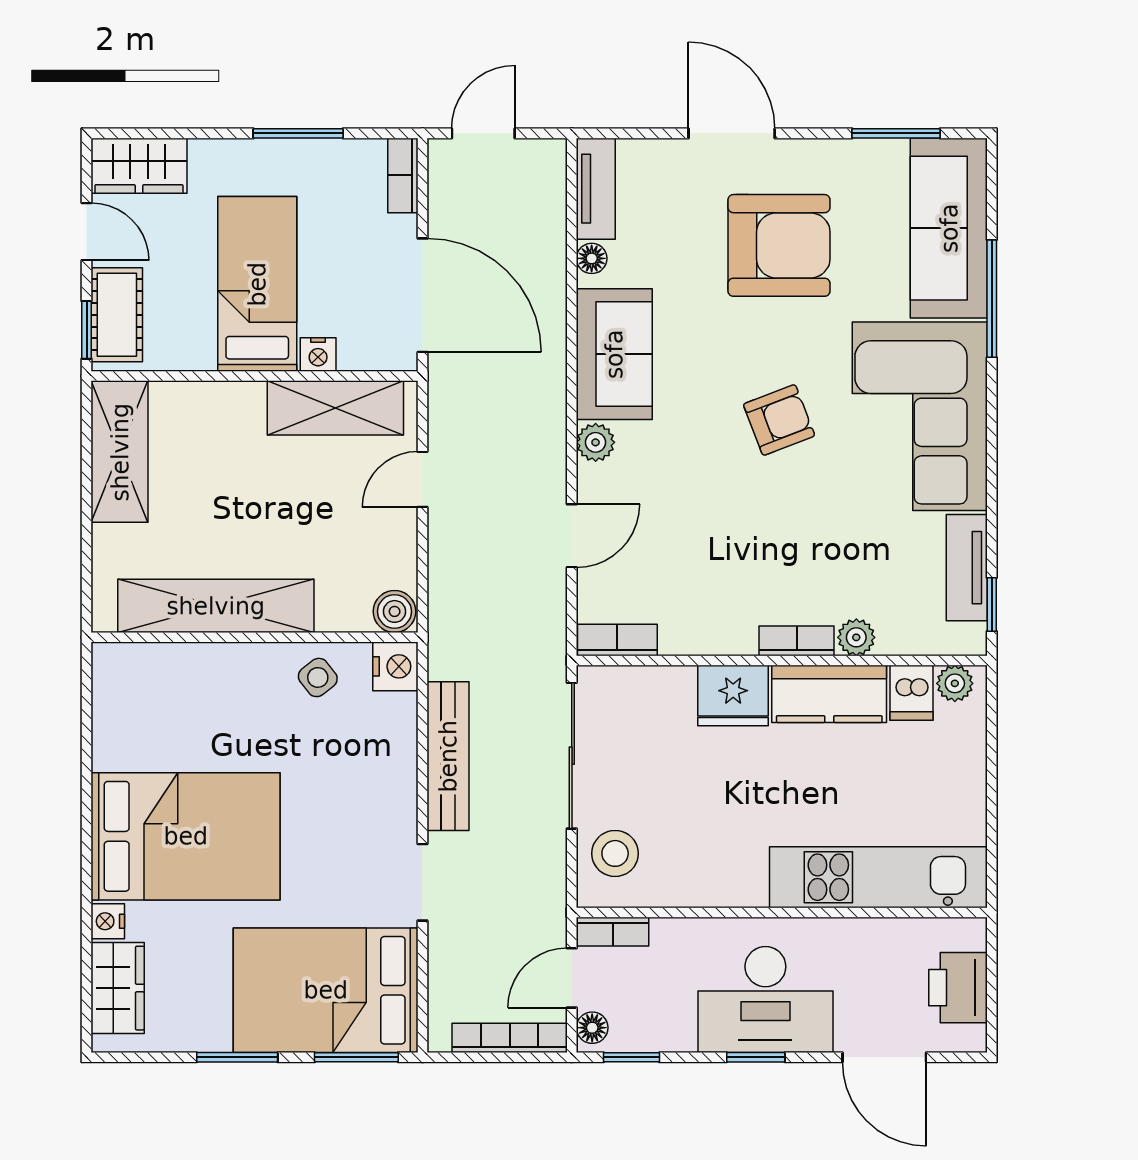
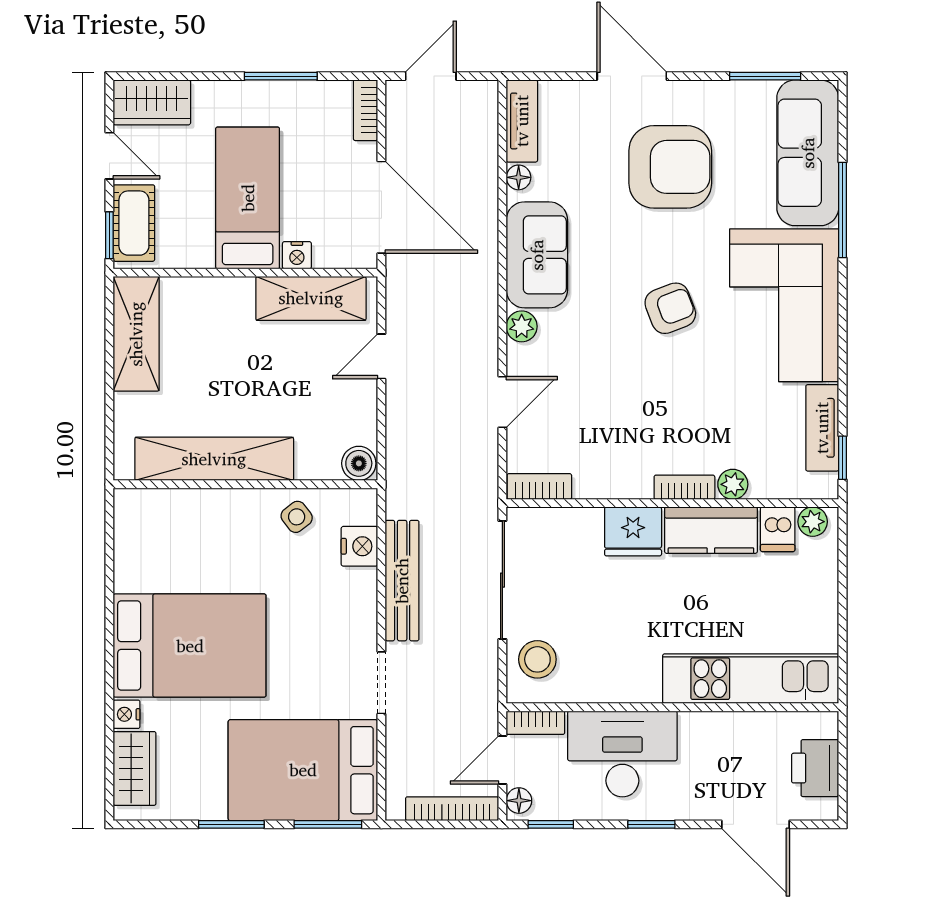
nightstand: (395, 666) -> (359, 546), moved
desk: (765, 999) -> (622, 754), moved, turned 180

